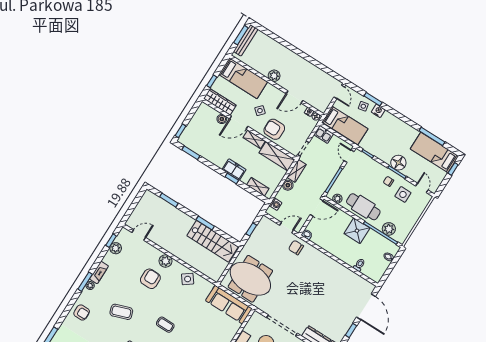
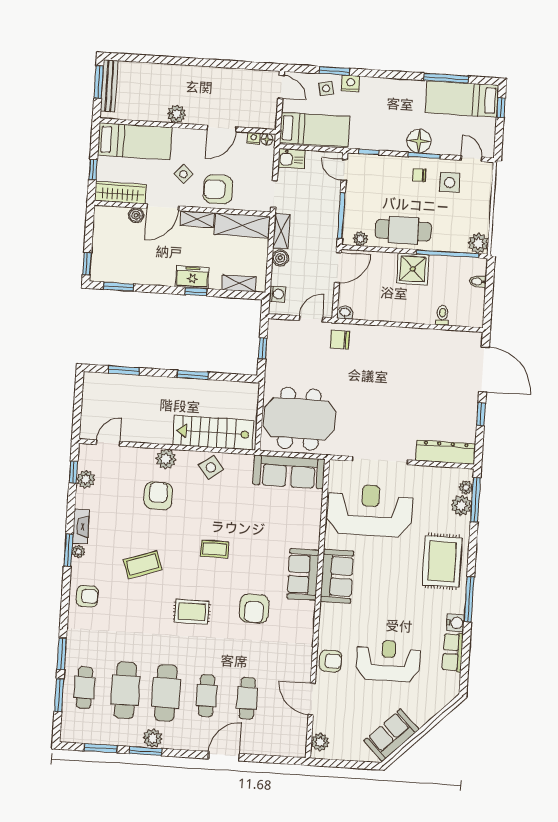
plant: (389, 229) -> (478, 243), moved
stairs: (213, 241) -> (213, 433), moved, turned 180

